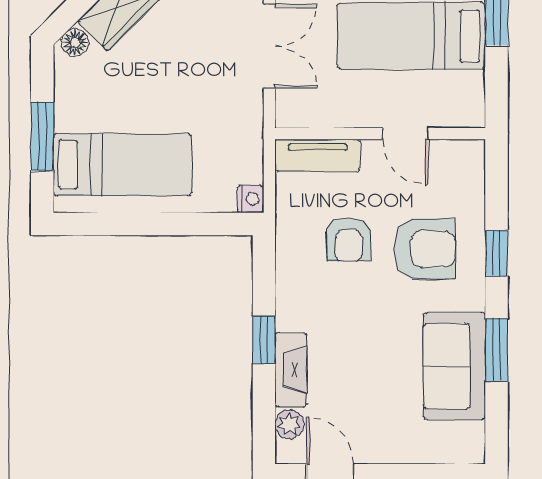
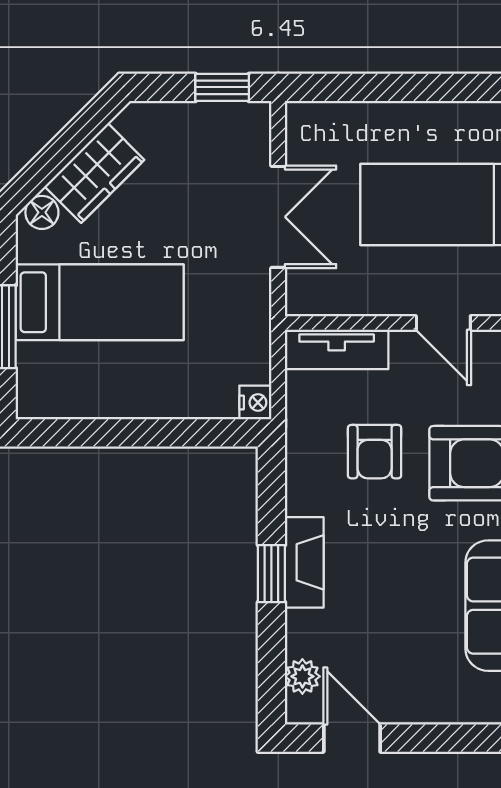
bed: (123, 165) -> (100, 302), moved
fireplace: (291, 370) -> (304, 562), moved

